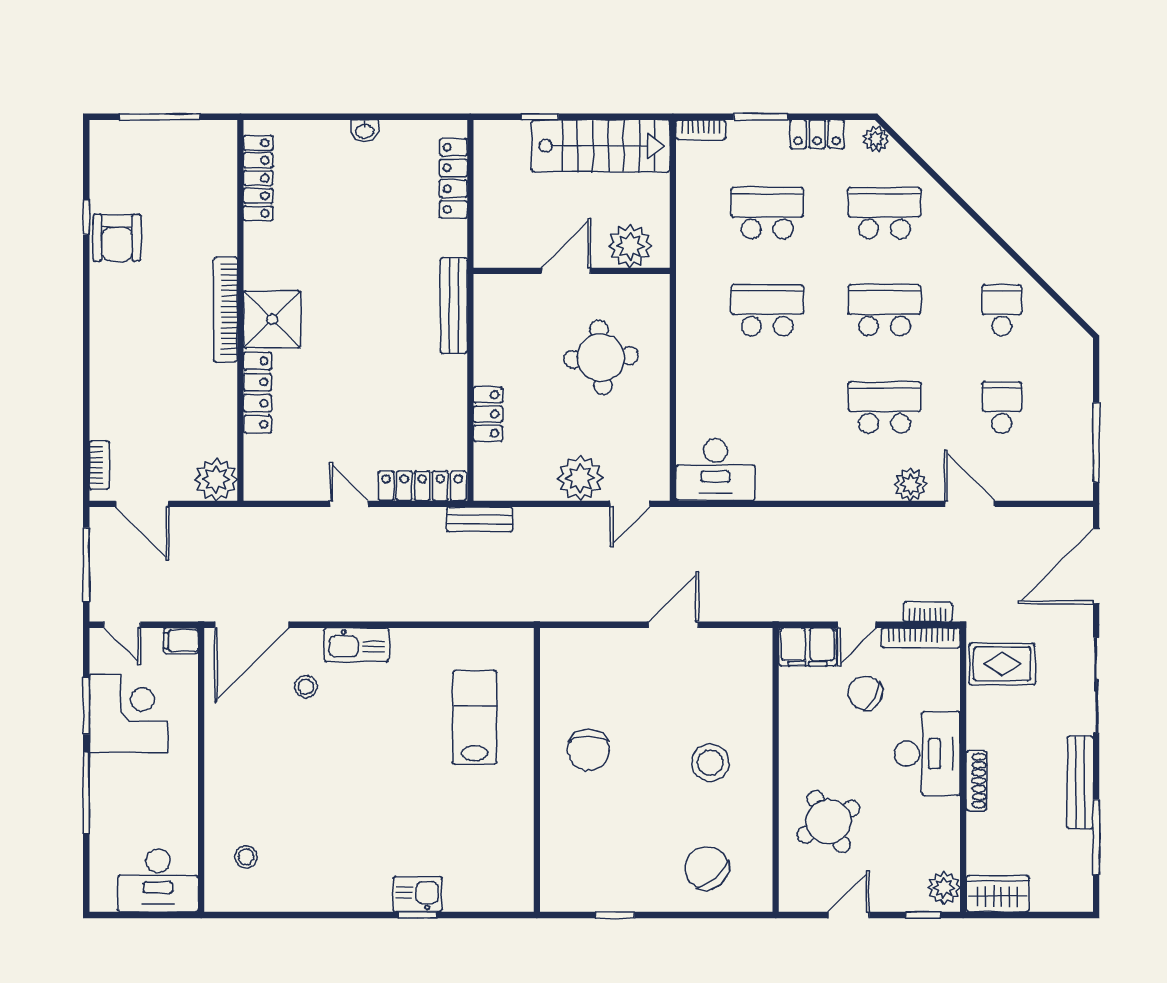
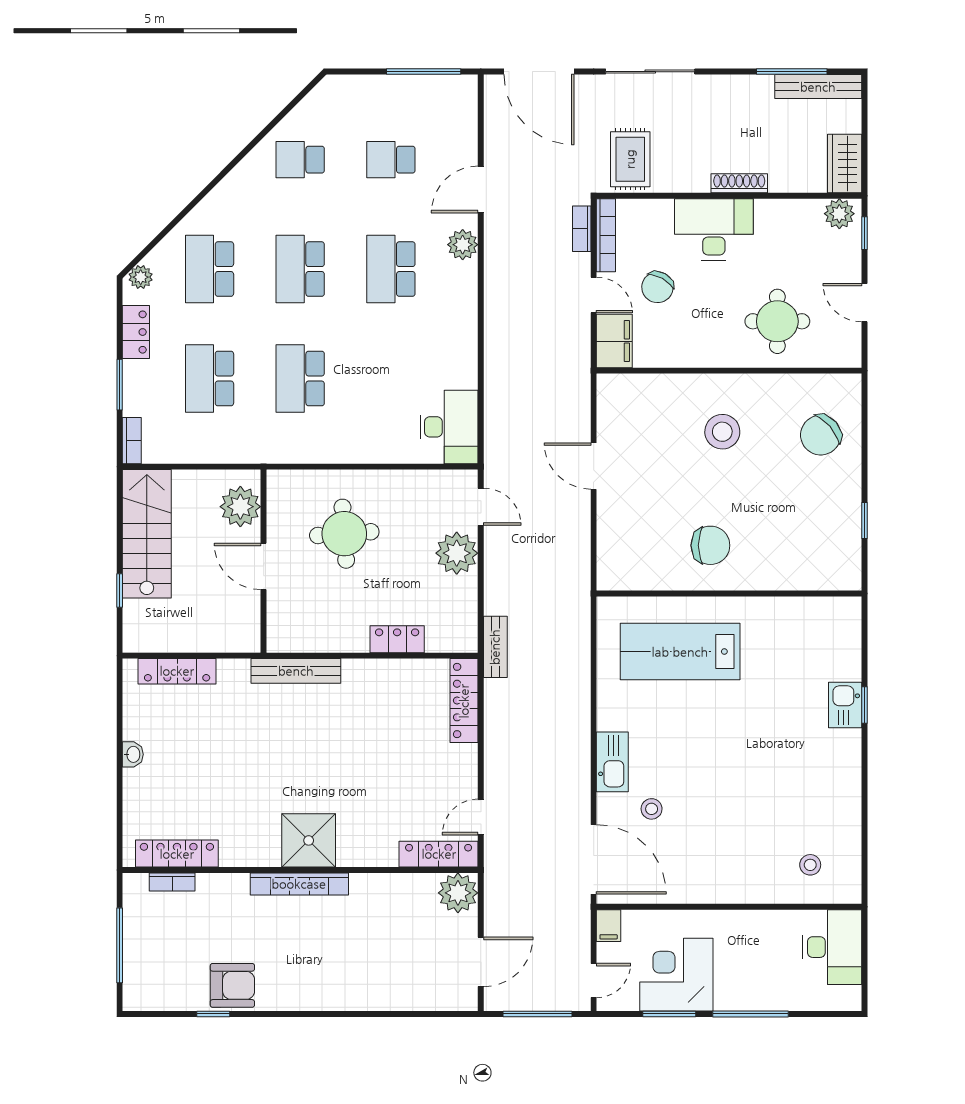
locker: (257, 393) -> (439, 854), moved
bookcase: (99, 465) -> (172, 882), moved, turned 180
door: (349, 504) -> (481, 817), moved
lab bench: (475, 717) -> (680, 652), width x1.36, depth x1.39
bench: (1080, 782) -> (818, 87), moved
round table: (829, 822) -> (777, 321), turned 30

